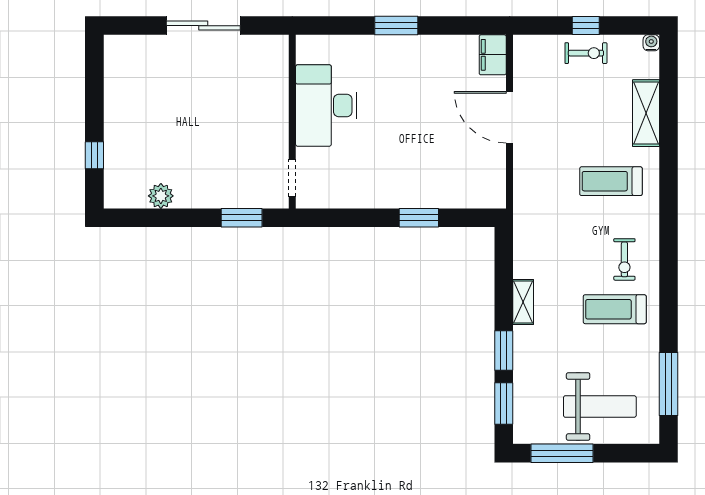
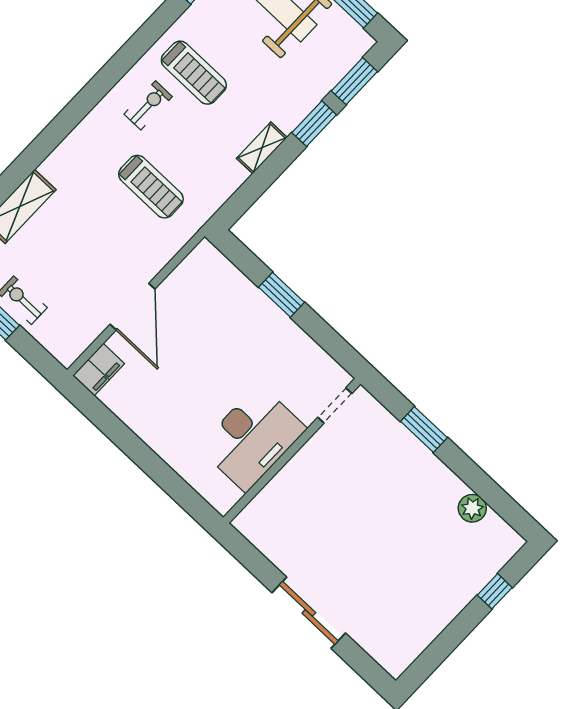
window: (396, 26) -> (154, 466), removed
desk: (326, 105) -> (252, 438), moved
wall: (292, 122) -> (292, 451), moved
doorway: (292, 178) -> (335, 405), moved
treadmill: (611, 181) -> (151, 187), moved

